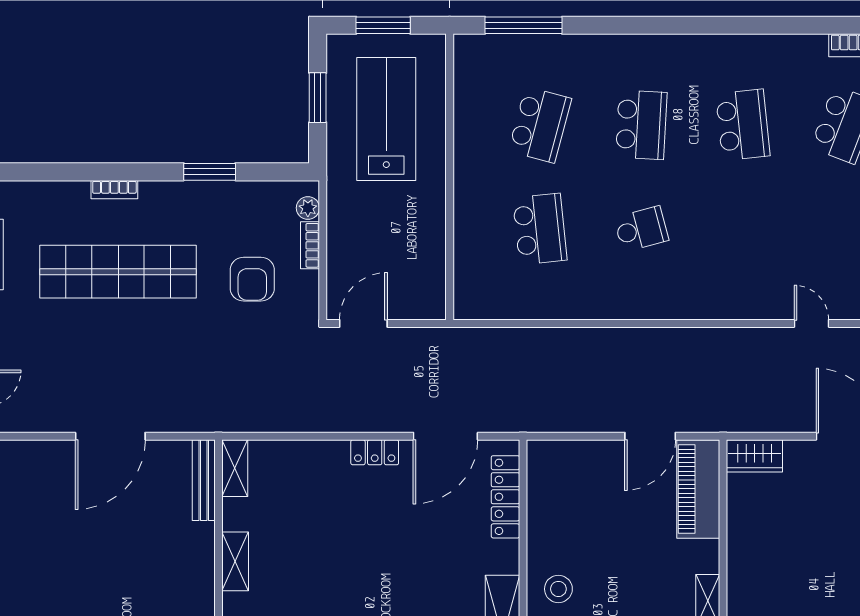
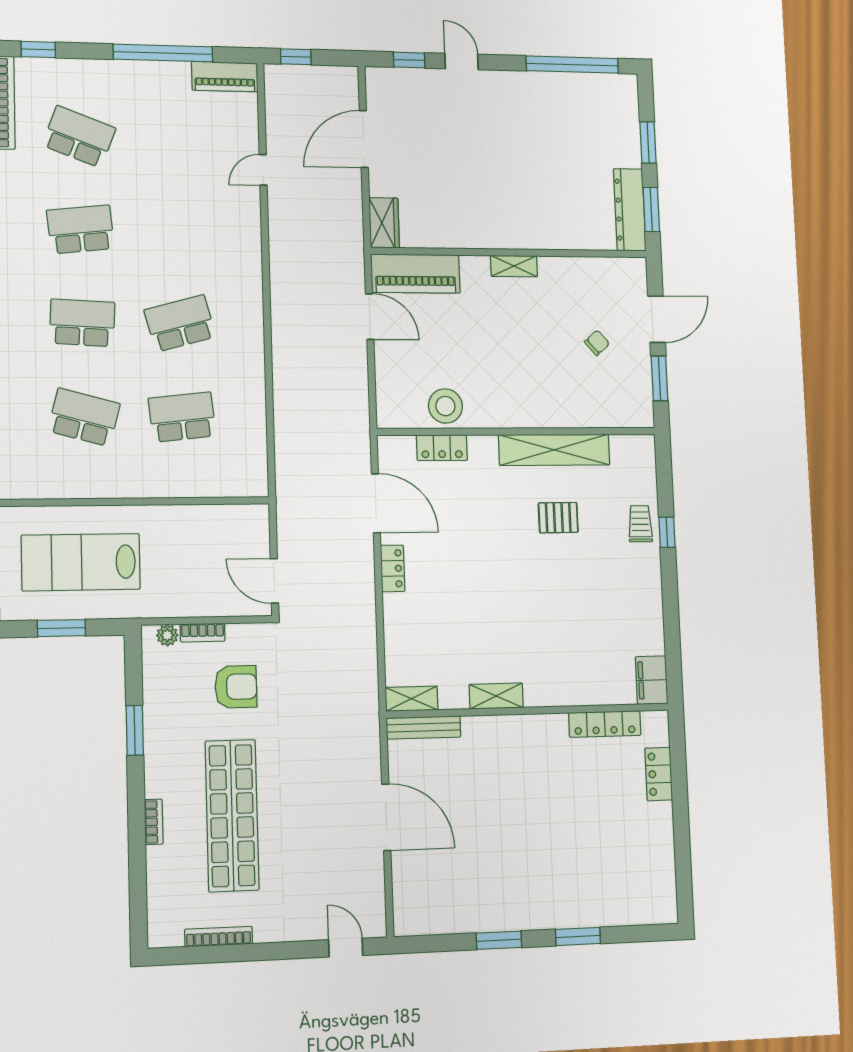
school desk: (641, 229) -> (180, 323), width x1.85
locker: (505, 497) -> (442, 448), width x0.66
stool: (558, 589) -> (445, 406), moved, width x1.38, depth x1.38

